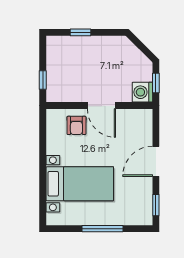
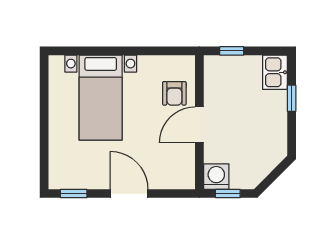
kitchen sink: (60, 46) -> (275, 72), added
armchair: (76, 125) -> (174, 93), turned -90
window: (103, 229) -> (44, 126), removed

